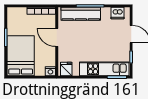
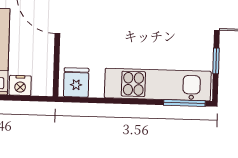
nightstand: (50, 71) -> (20, 85), moved

